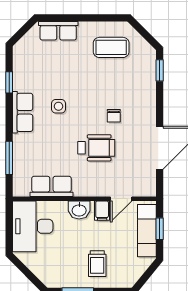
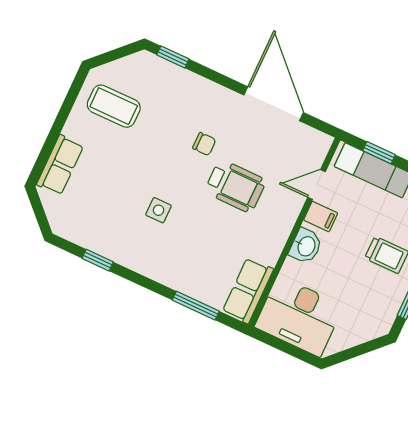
coffee table: (111, 47) -> (114, 106), turned 90
row of seats: (23, 112) -> (145, 261), removed
wheelchair: (96, 148) -> (235, 186), turned 90
row of seats: (51, 186) -> (248, 291), moved
door: (121, 199) -> (317, 184), swing flipped

